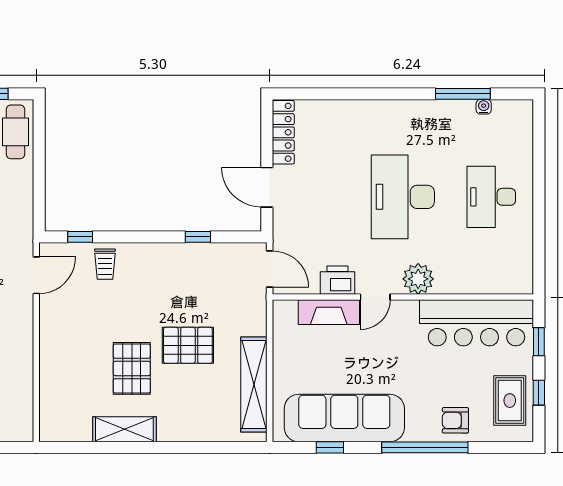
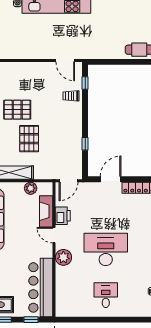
desk: (491, 197) -> (106, 295), width x0.73
plant: (284, 343) -> (31, 188), added

